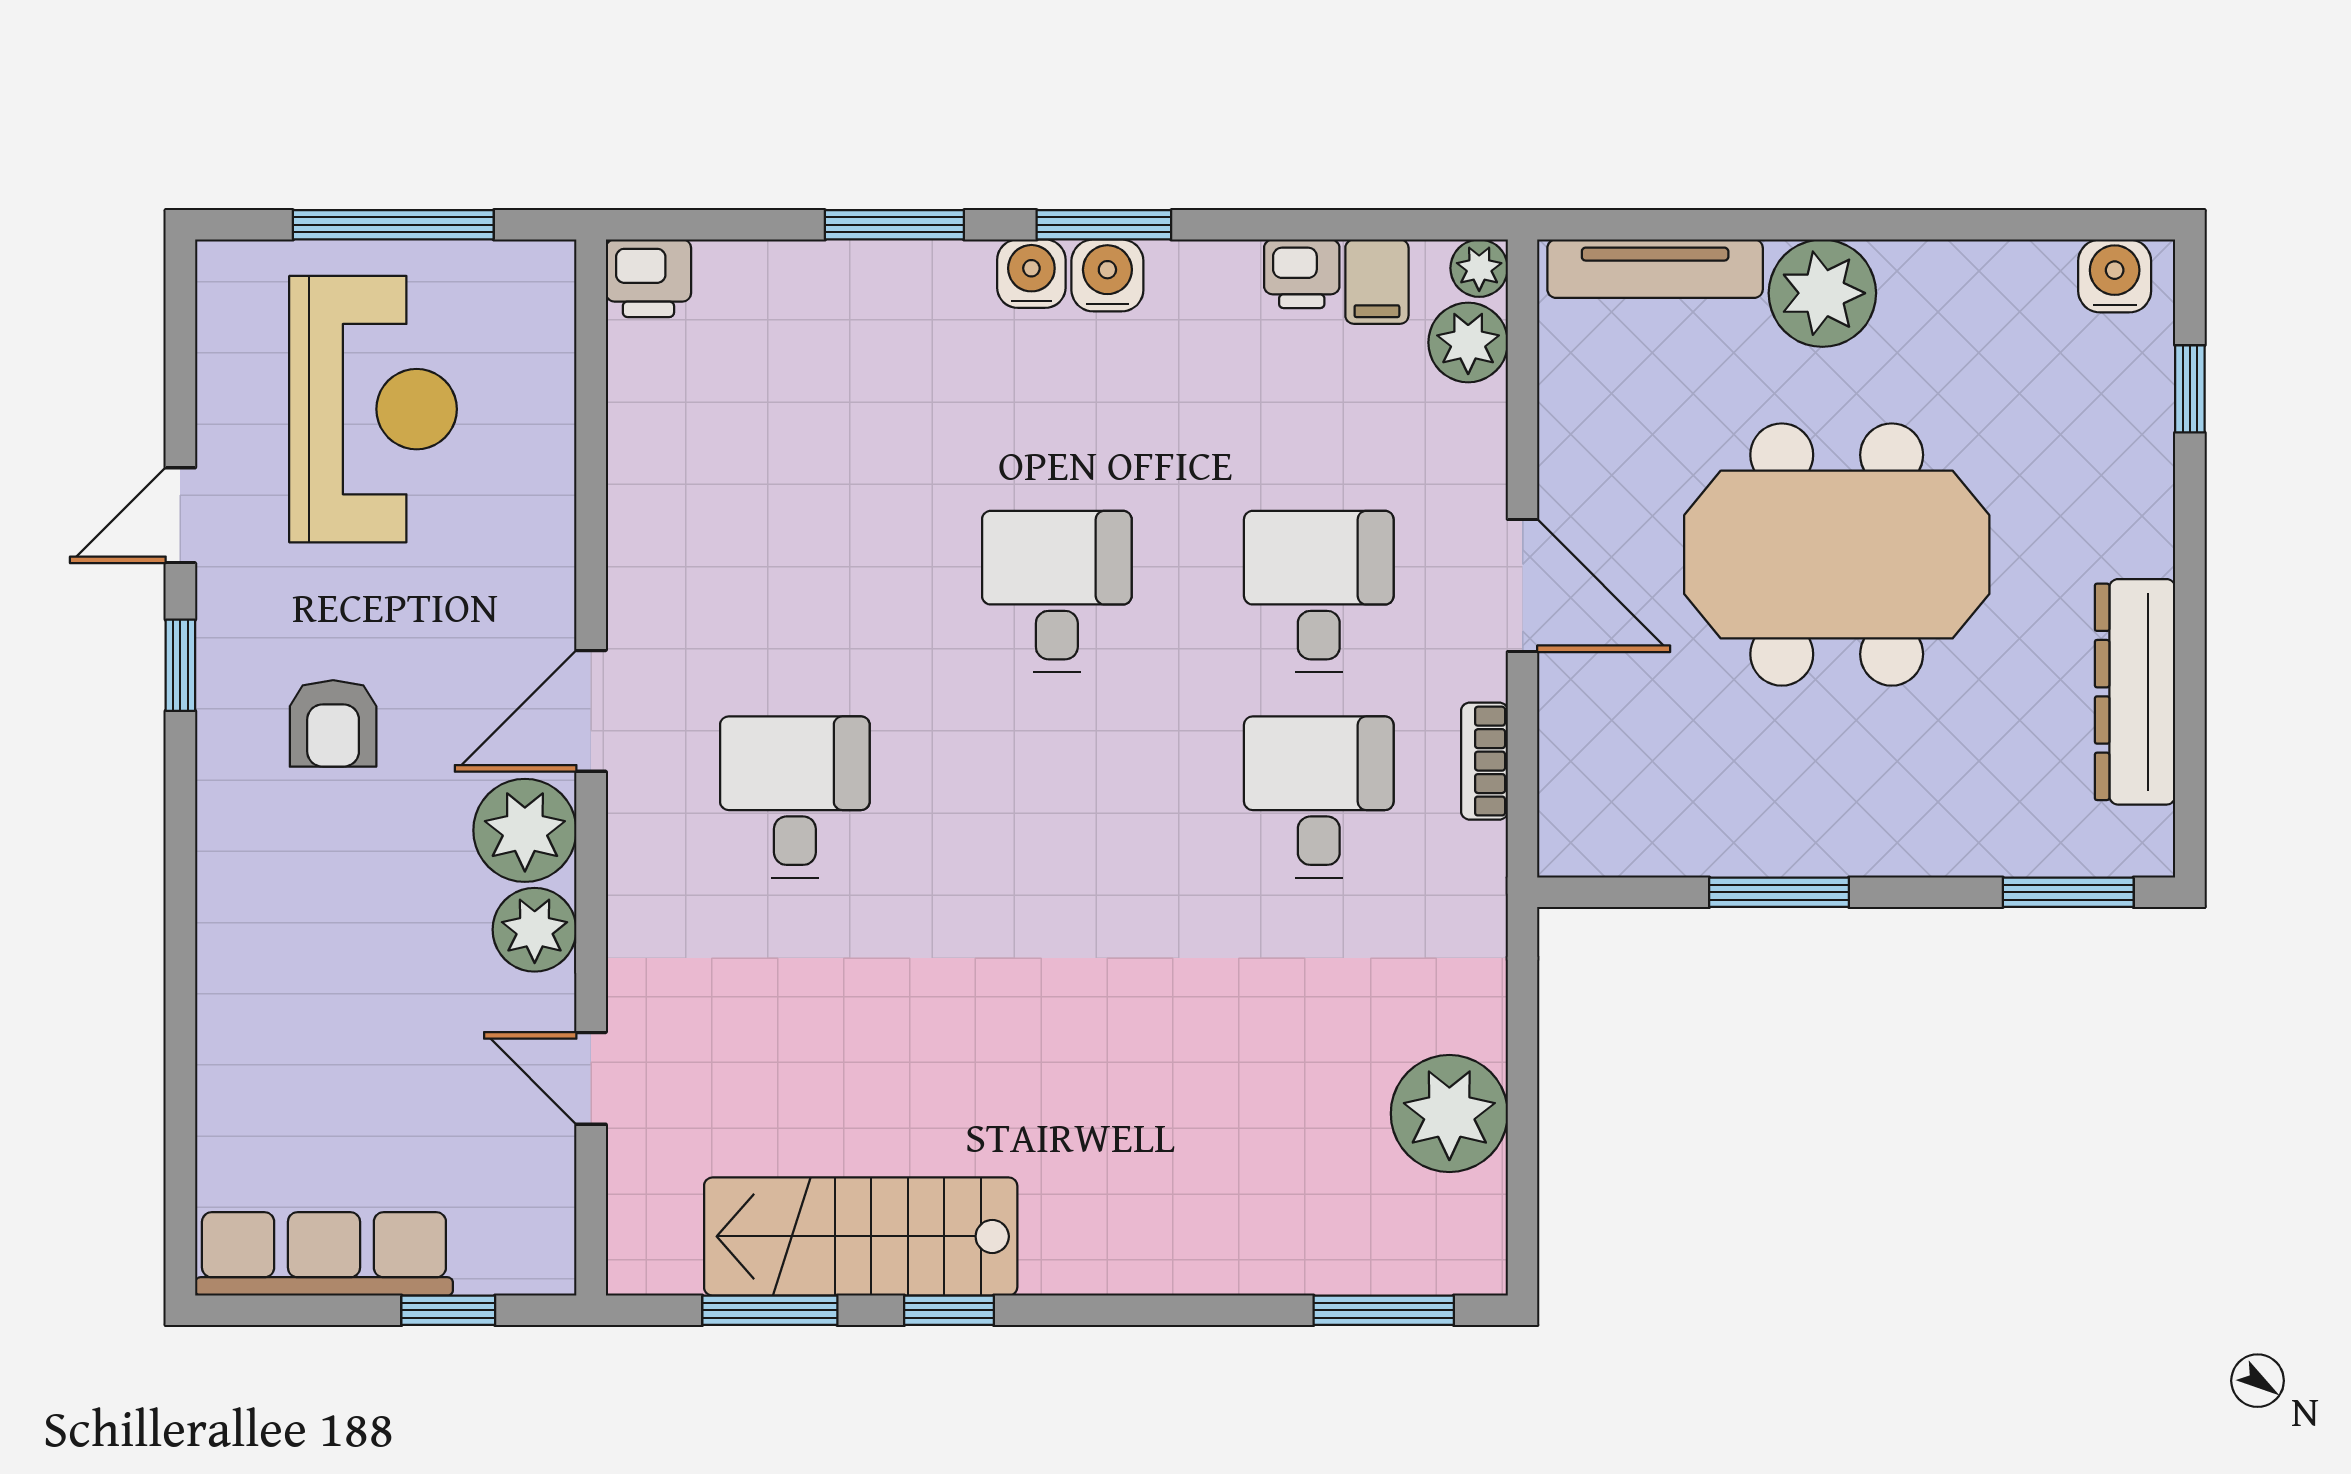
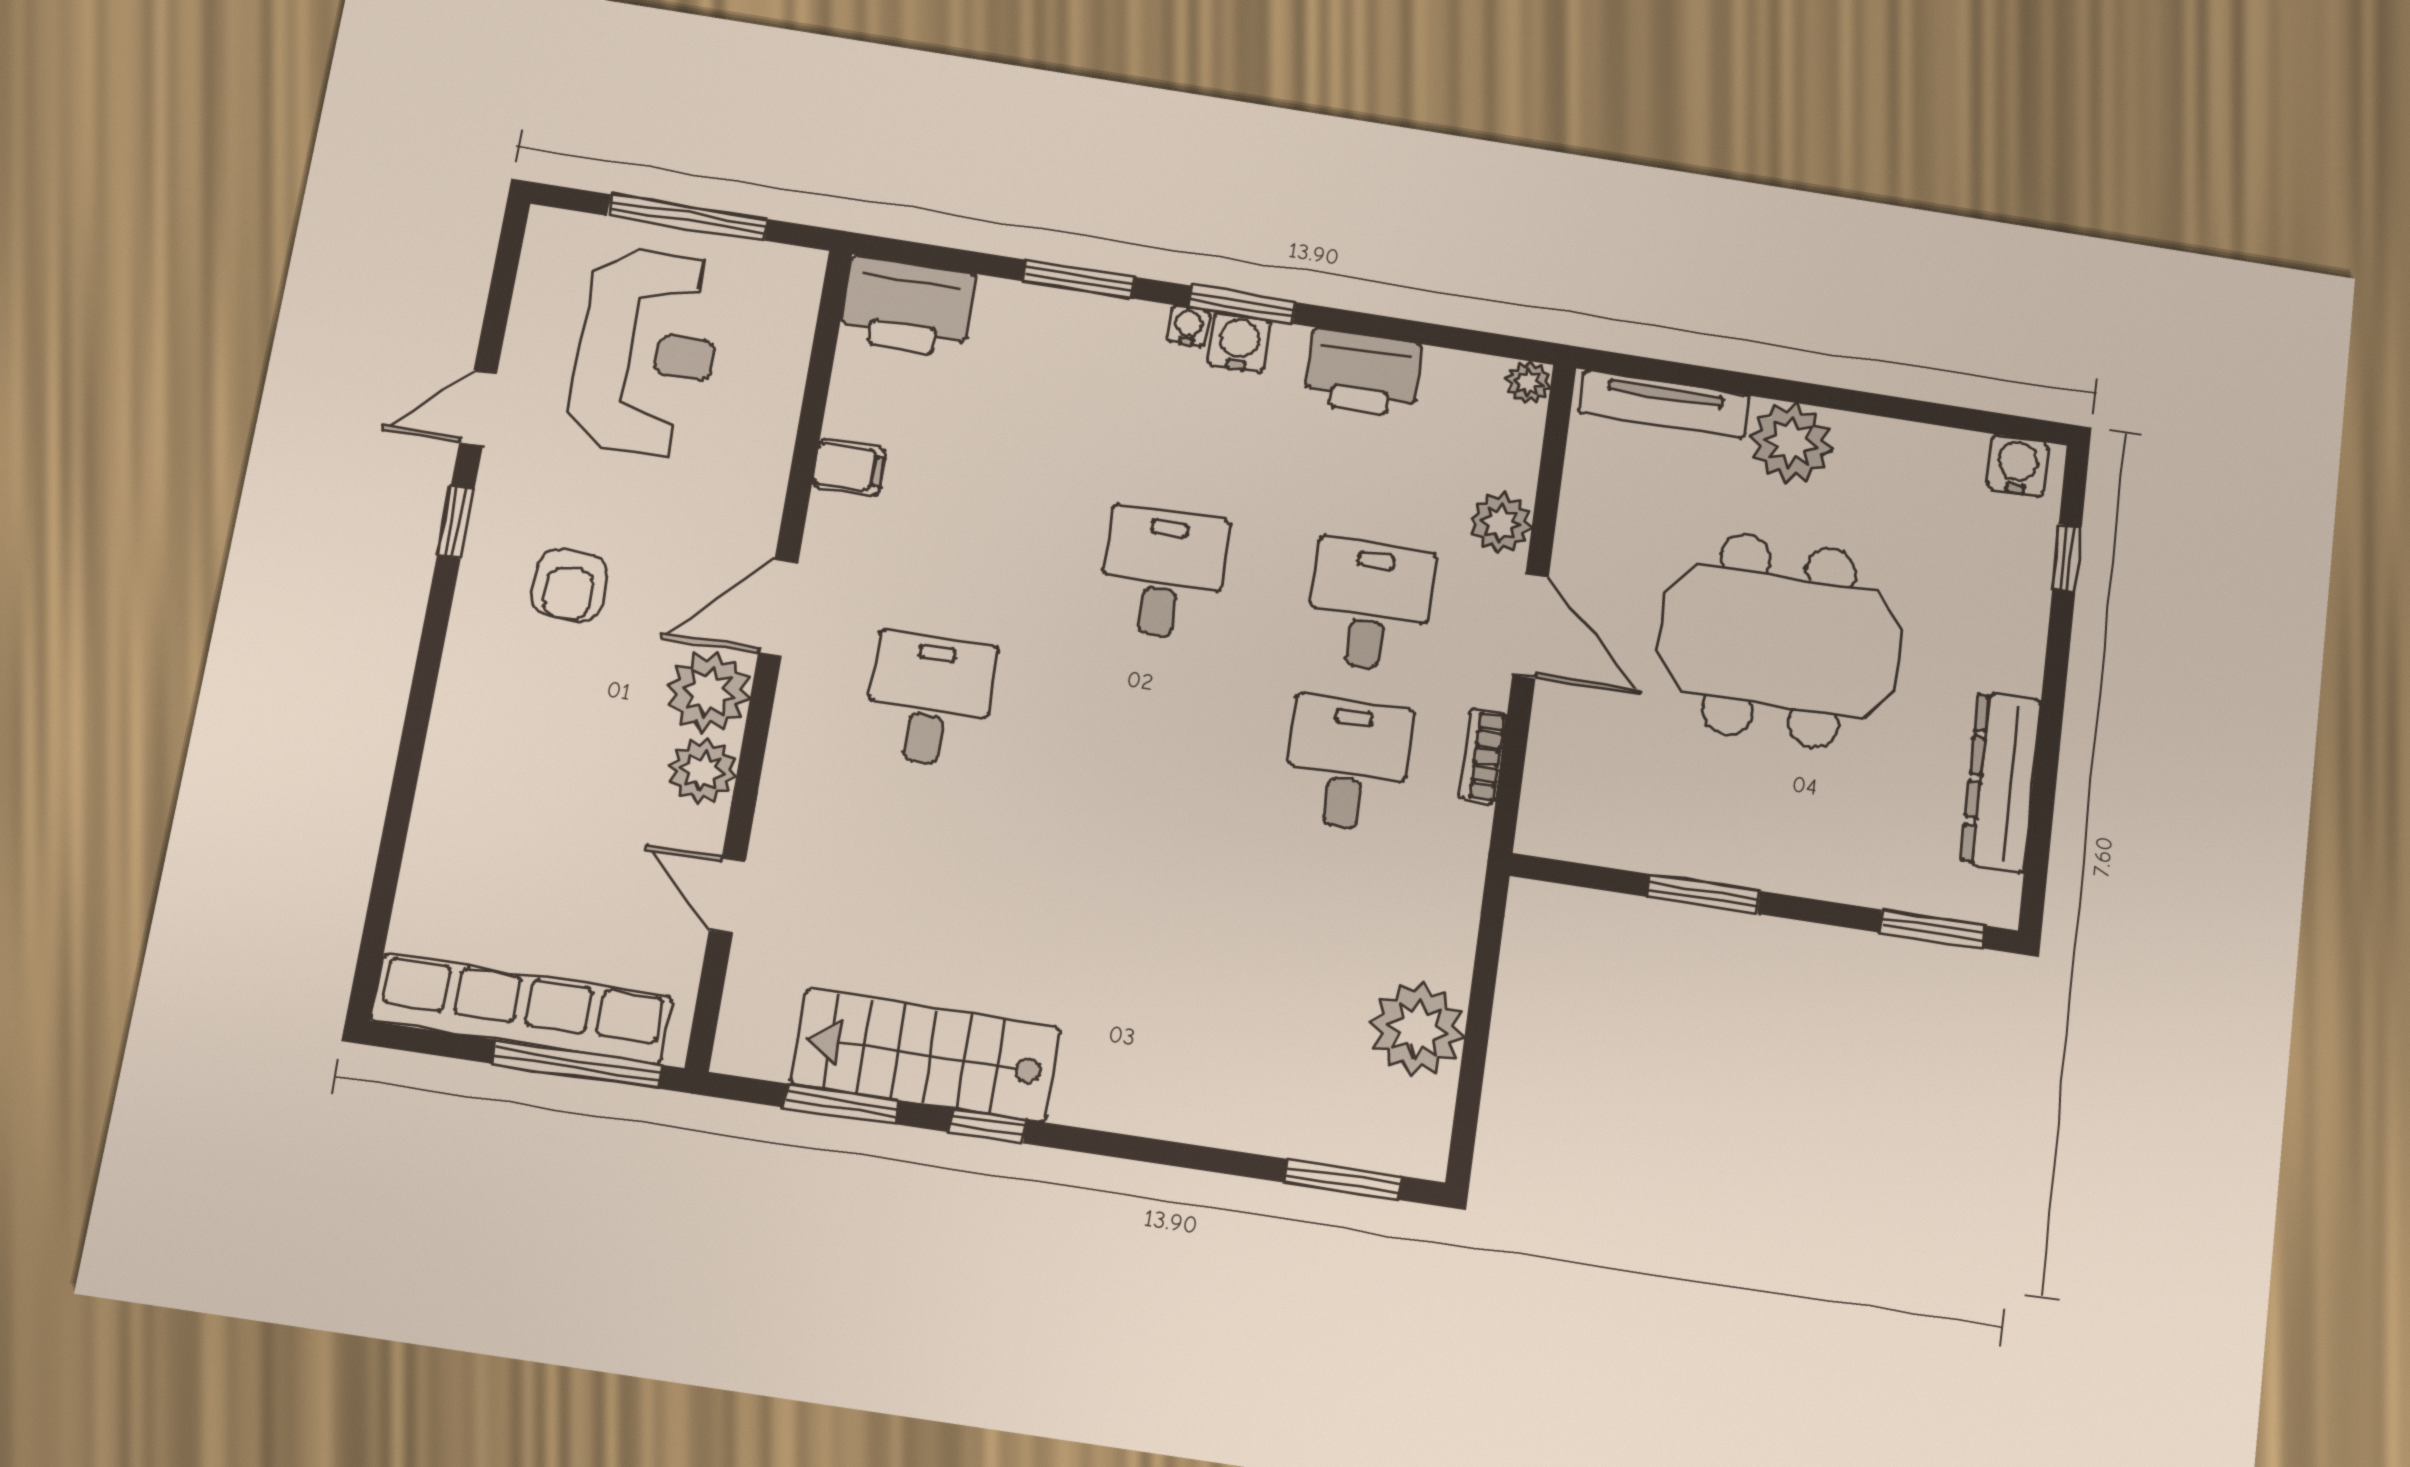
water cooler: (1031, 274) -> (1189, 326), width x0.72, depth x0.72
printer: (1302, 274) -> (1363, 373), width x1.87, depth x1.48
printer: (648, 278) -> (907, 307), width x1.87, depth x1.48
filing cabinet: (1377, 282) -> (849, 467), moved, turned -90
plant: (1468, 343) -> (1501, 523), moved
row of seats: (324, 1254) -> (522, 1009), width x1.36
window: (448, 1310) -> (577, 1064), width x2.17

